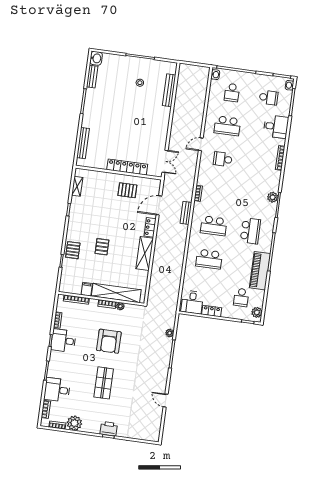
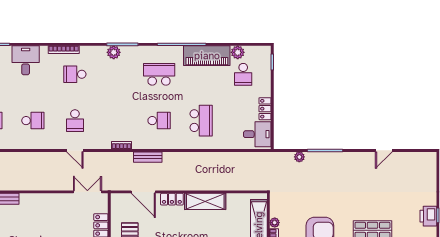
school desk: (227, 126) -> (33, 121), width x0.54
door: (201, 144) -> (75, 150), moved
school desk: (259, 164) -> (75, 74), added
school desk: (214, 226) -> (159, 121), width x0.54
school desk: (241, 297) -> (243, 74), turned 90
plant: (257, 312) -> (238, 52), moved

